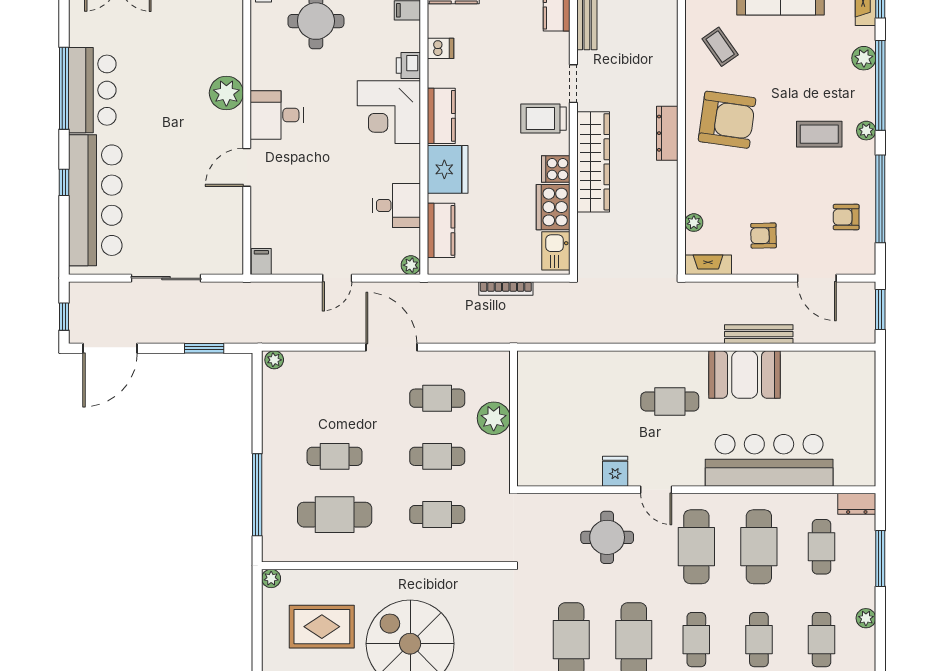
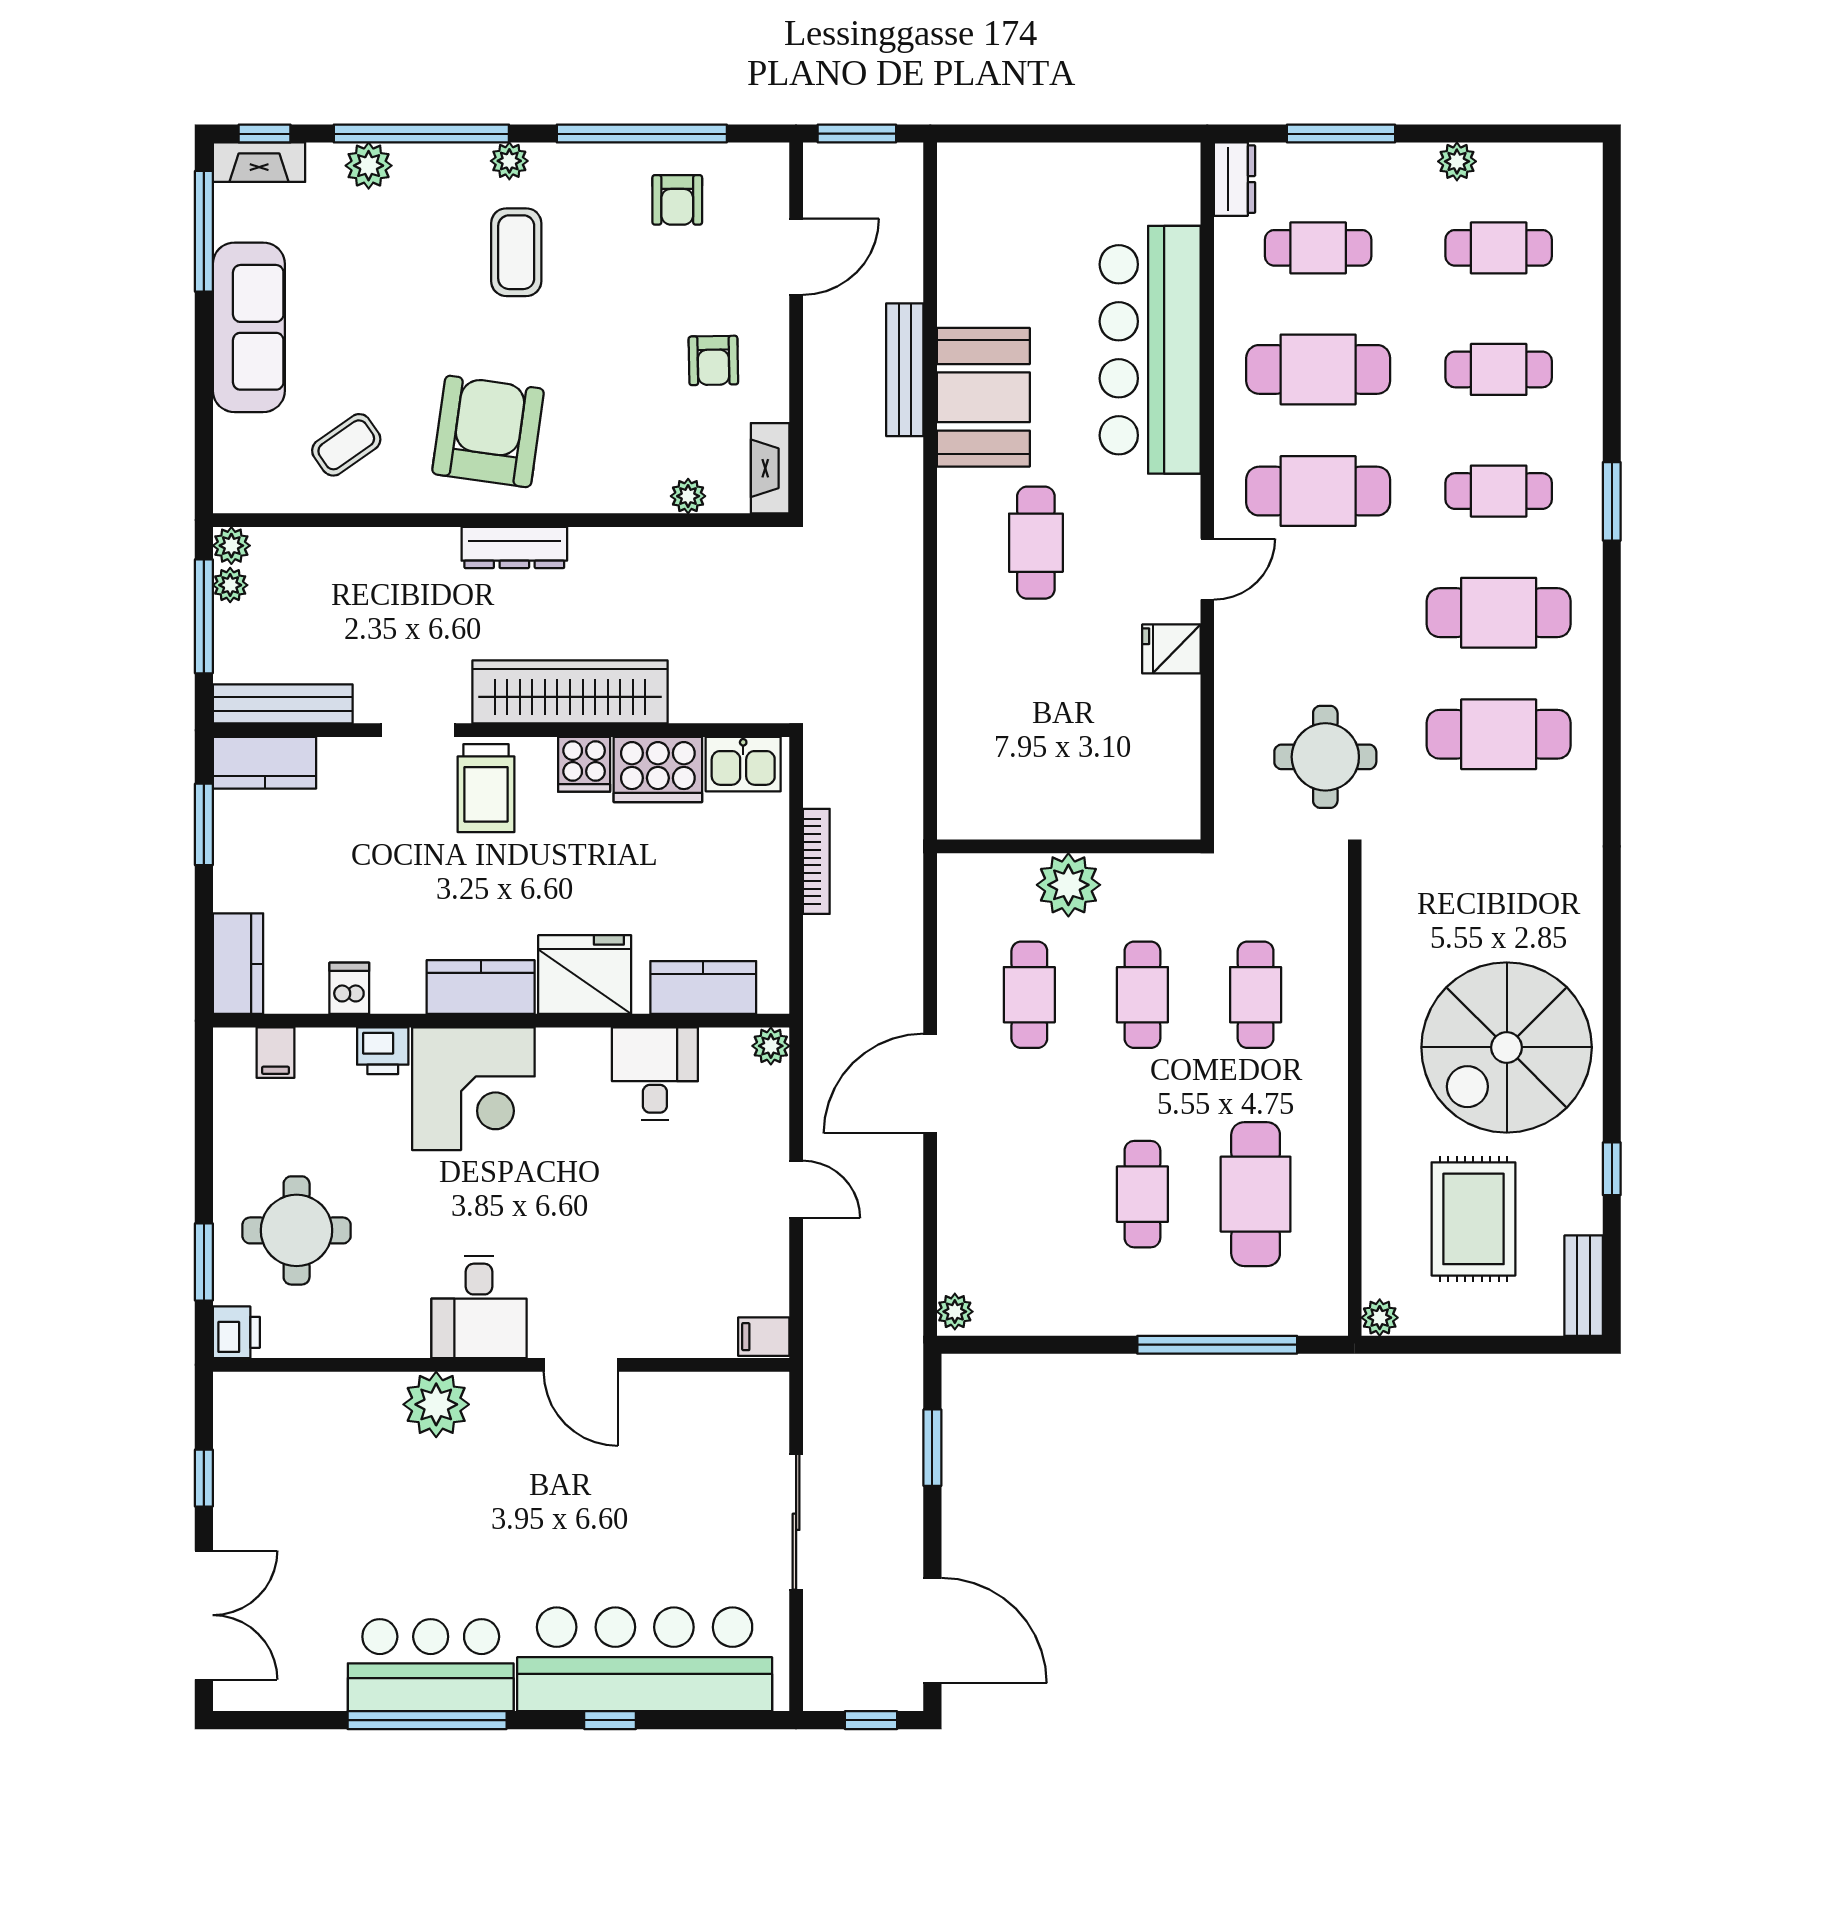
round table: (607, 537) -> (1325, 757), moved

